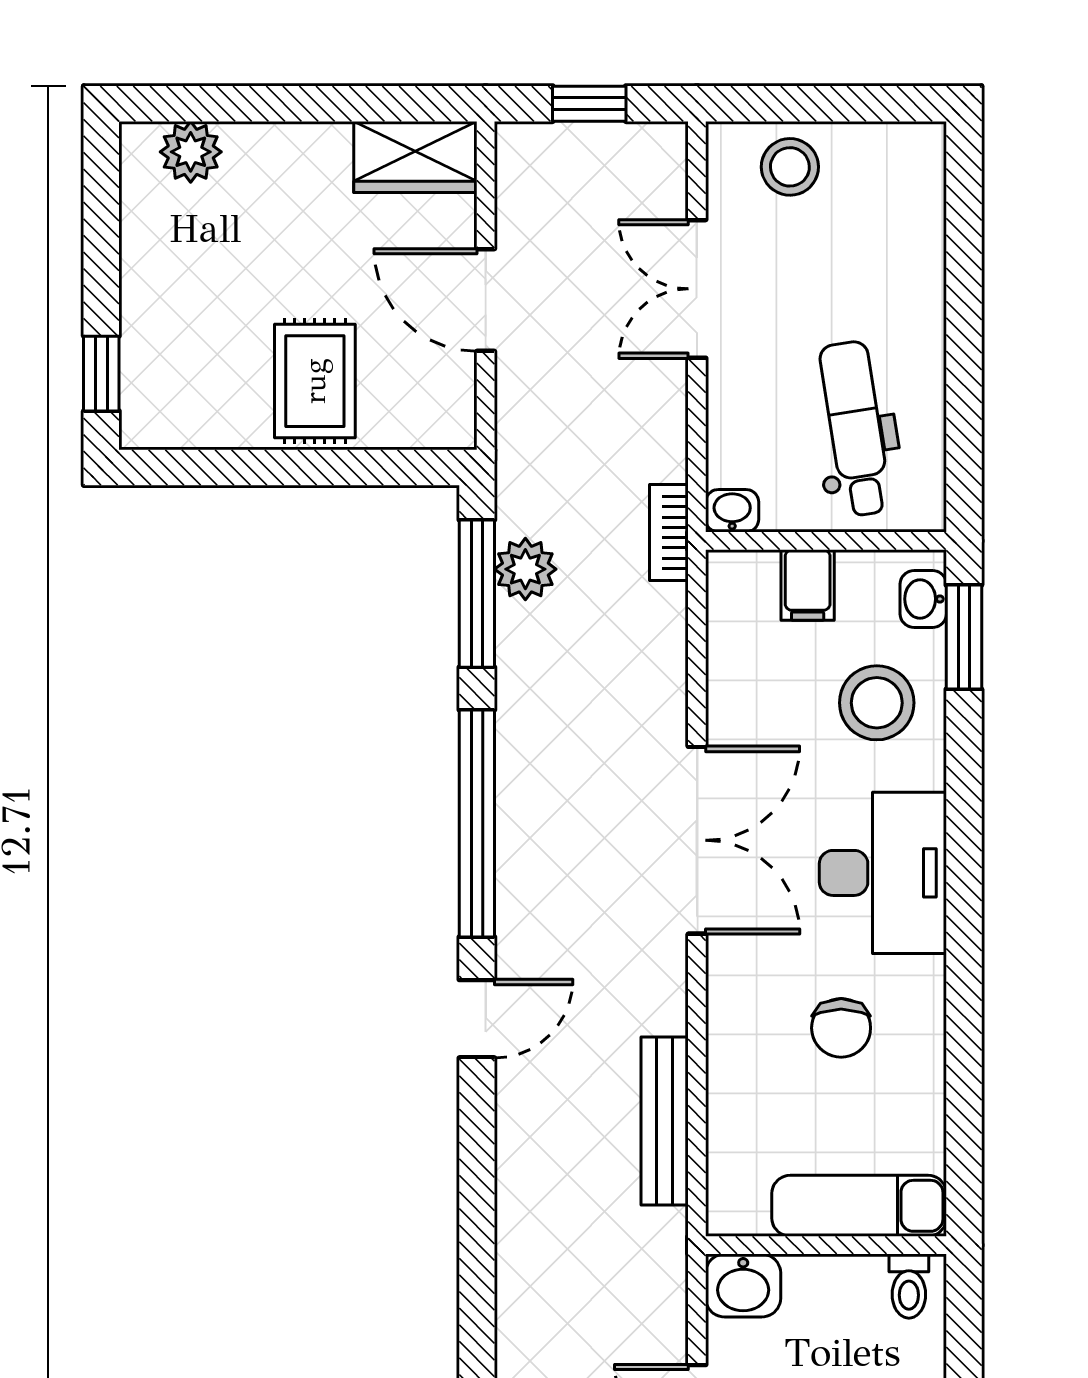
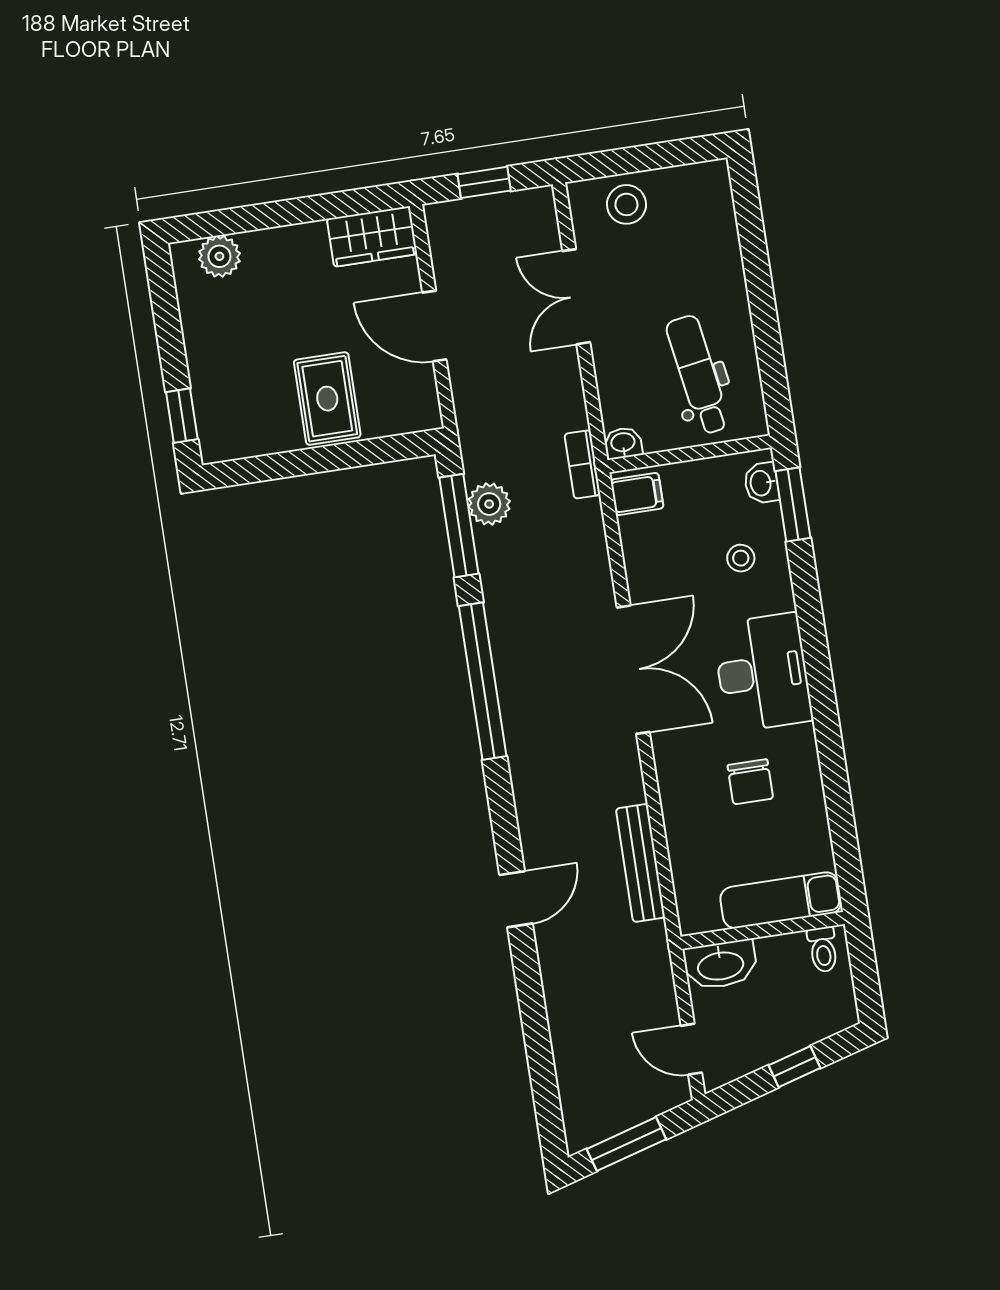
filing cabinet: (808, 585) -> (637, 494), moved, turned -90
stool: (877, 703) -> (741, 558), width x0.53, depth x0.53
door: (477, 1019) -> (516, 899), moved
washbasin: (743, 1286) -> (720, 965), width x1.38

